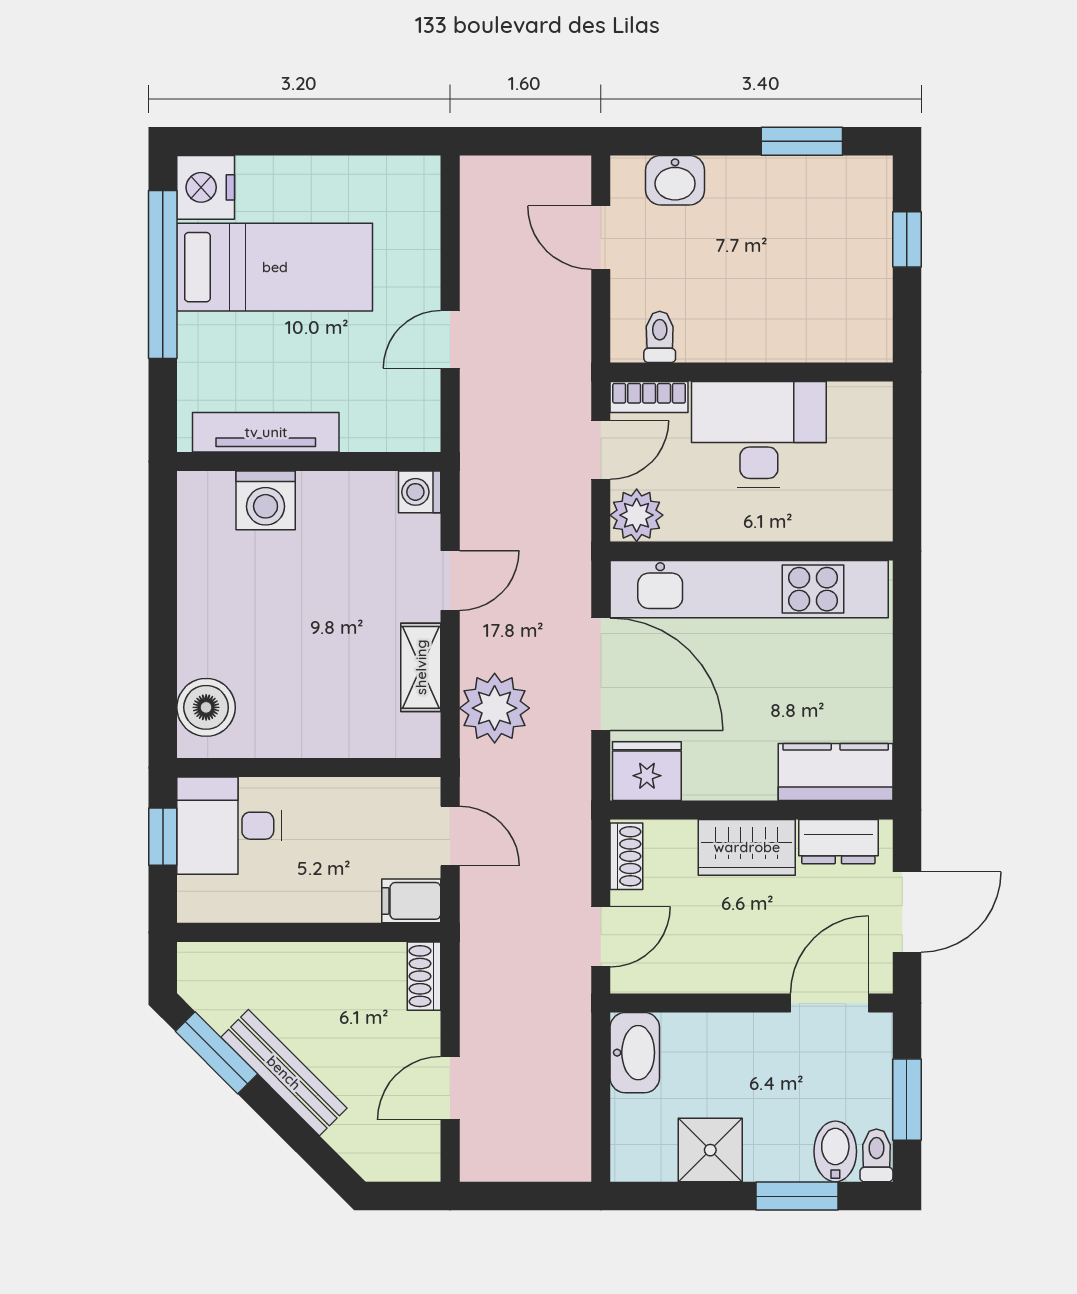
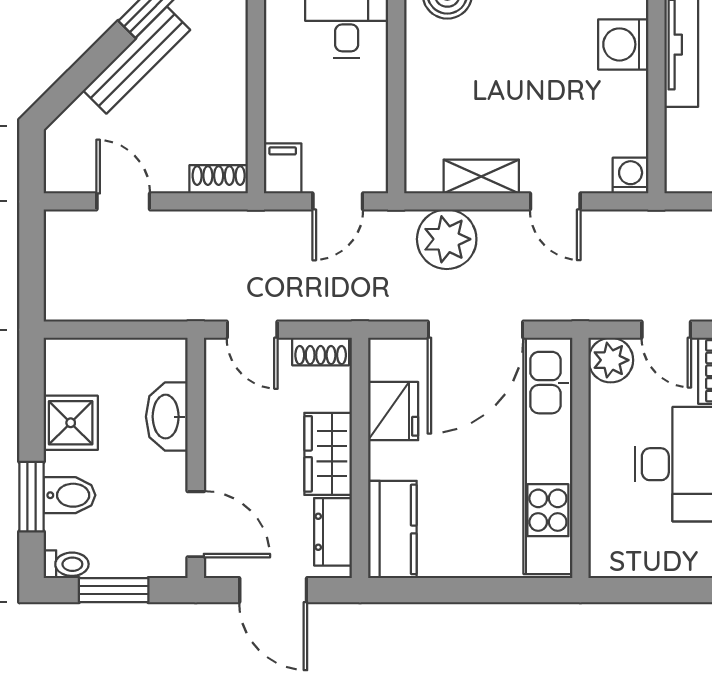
fridge: (647, 771) -> (393, 411), moved
washbasin: (635, 1053) -> (167, 417), moved, turned 90
bidet: (835, 1151) -> (70, 495), moved

